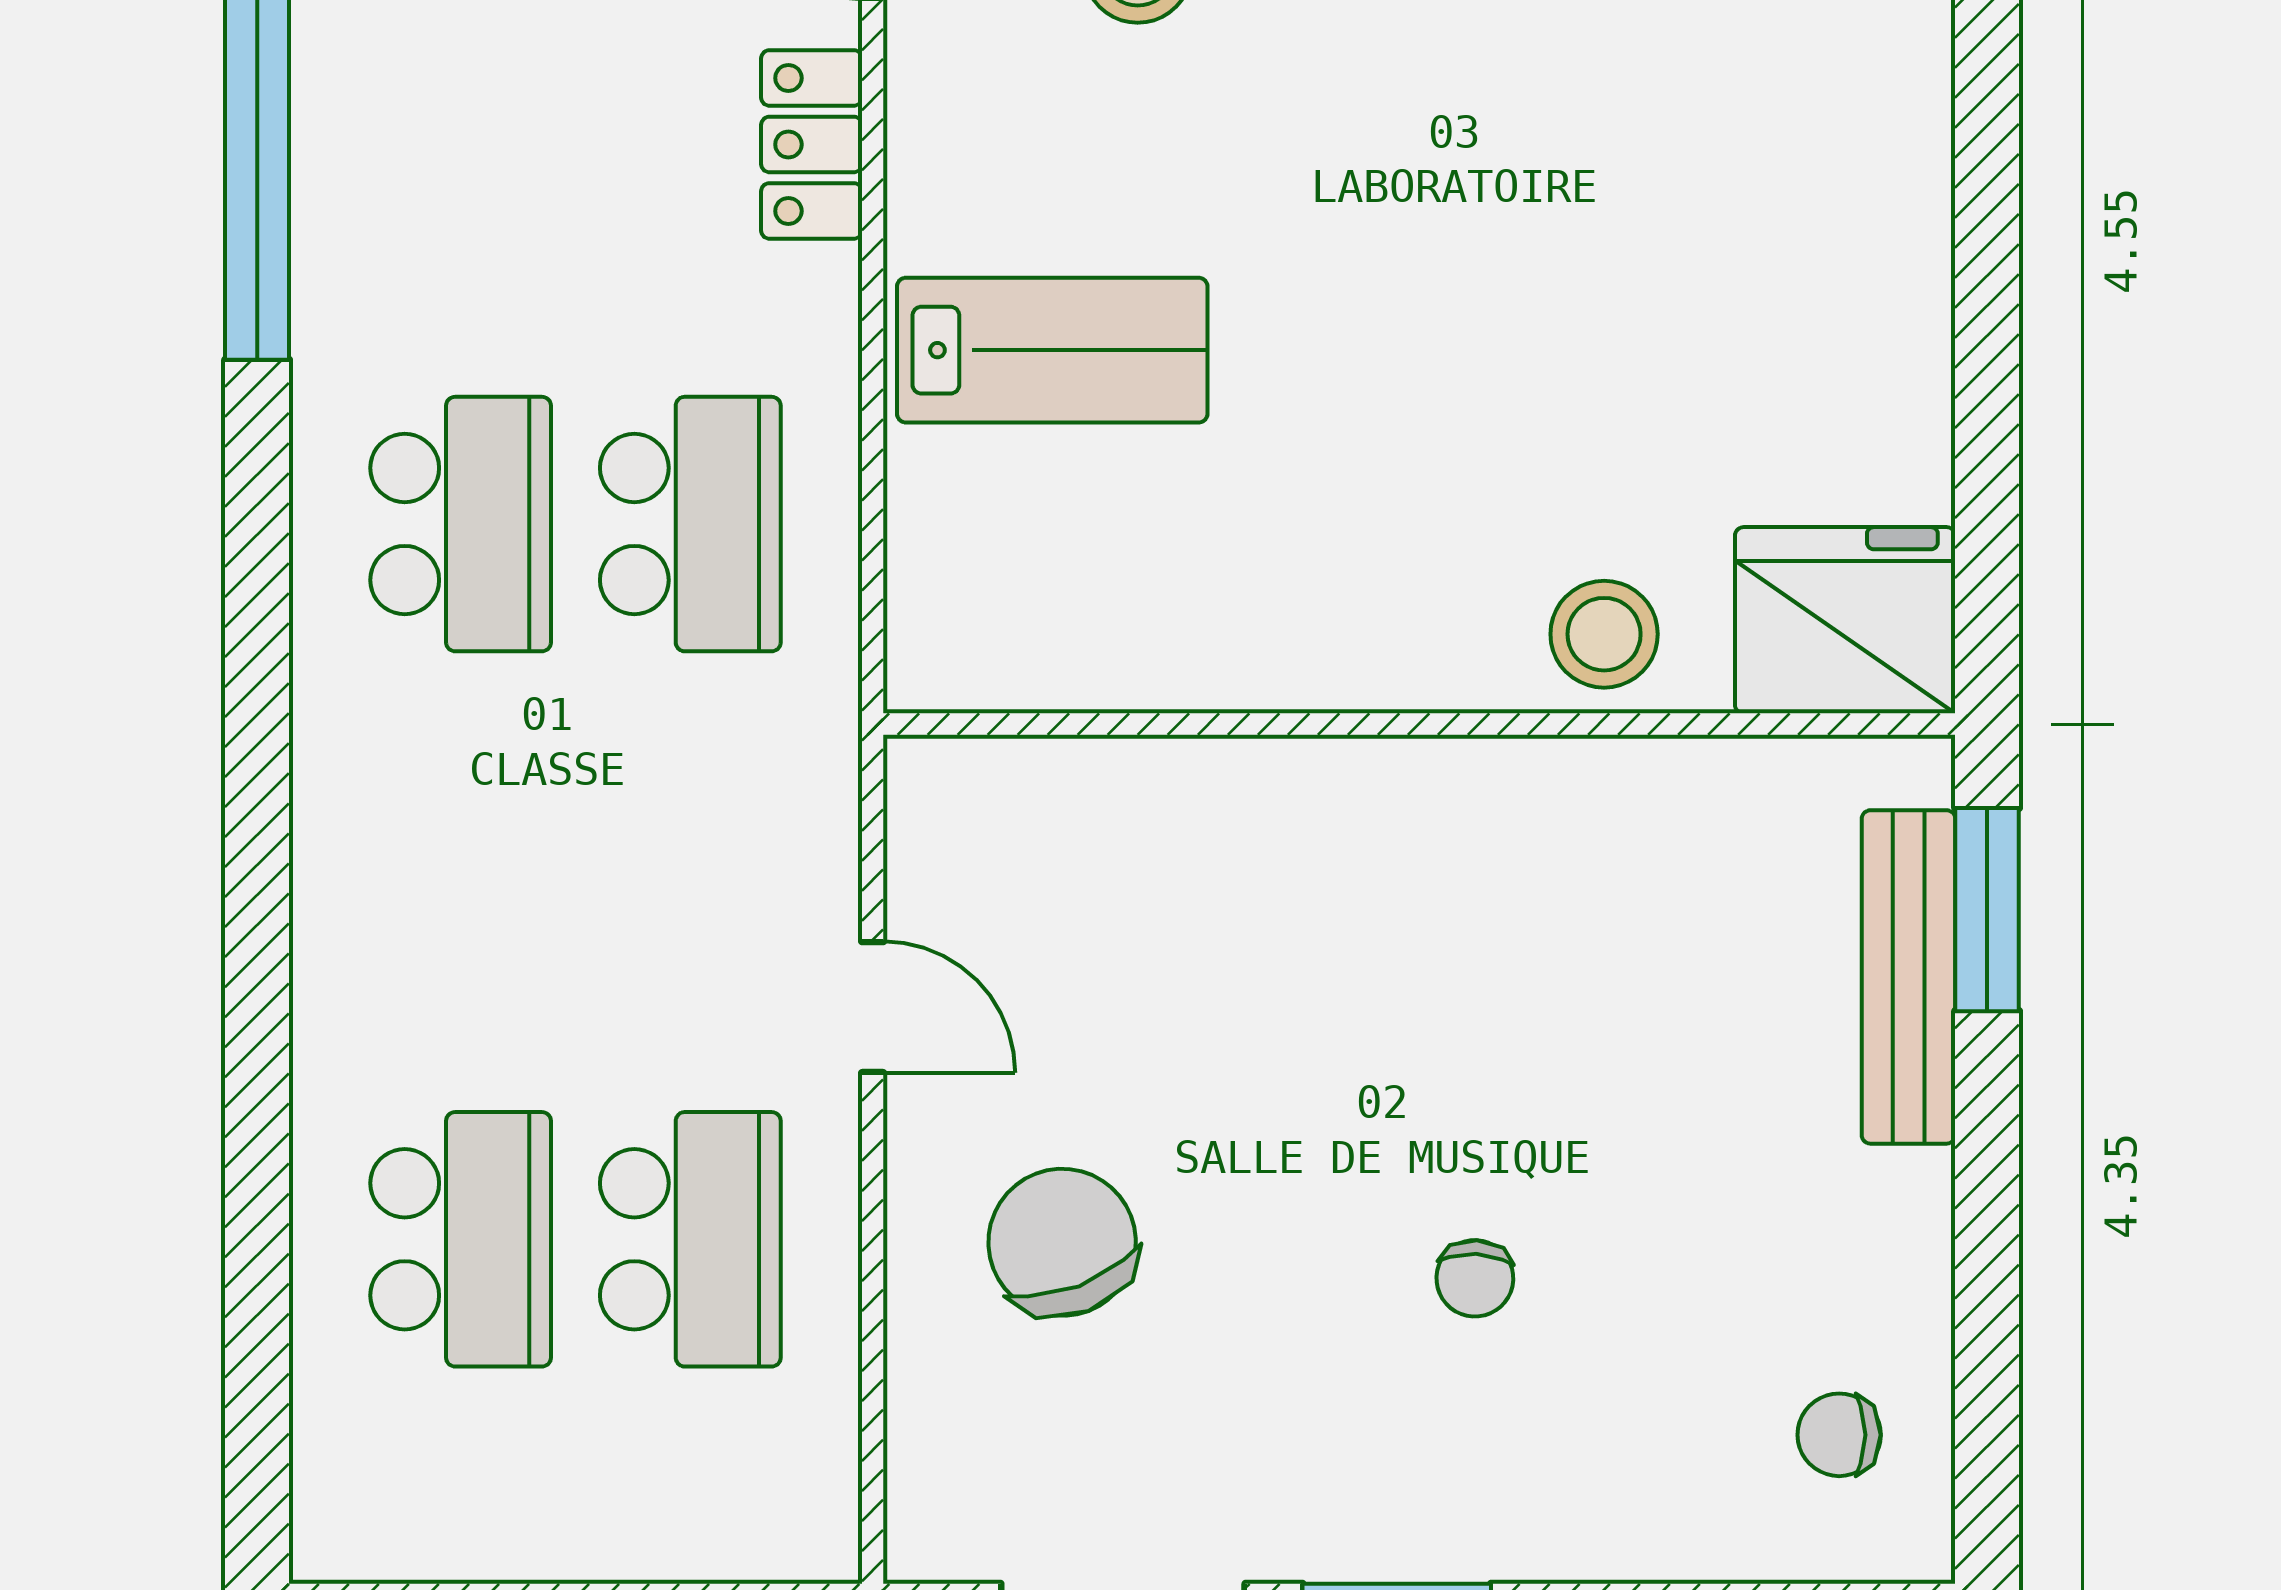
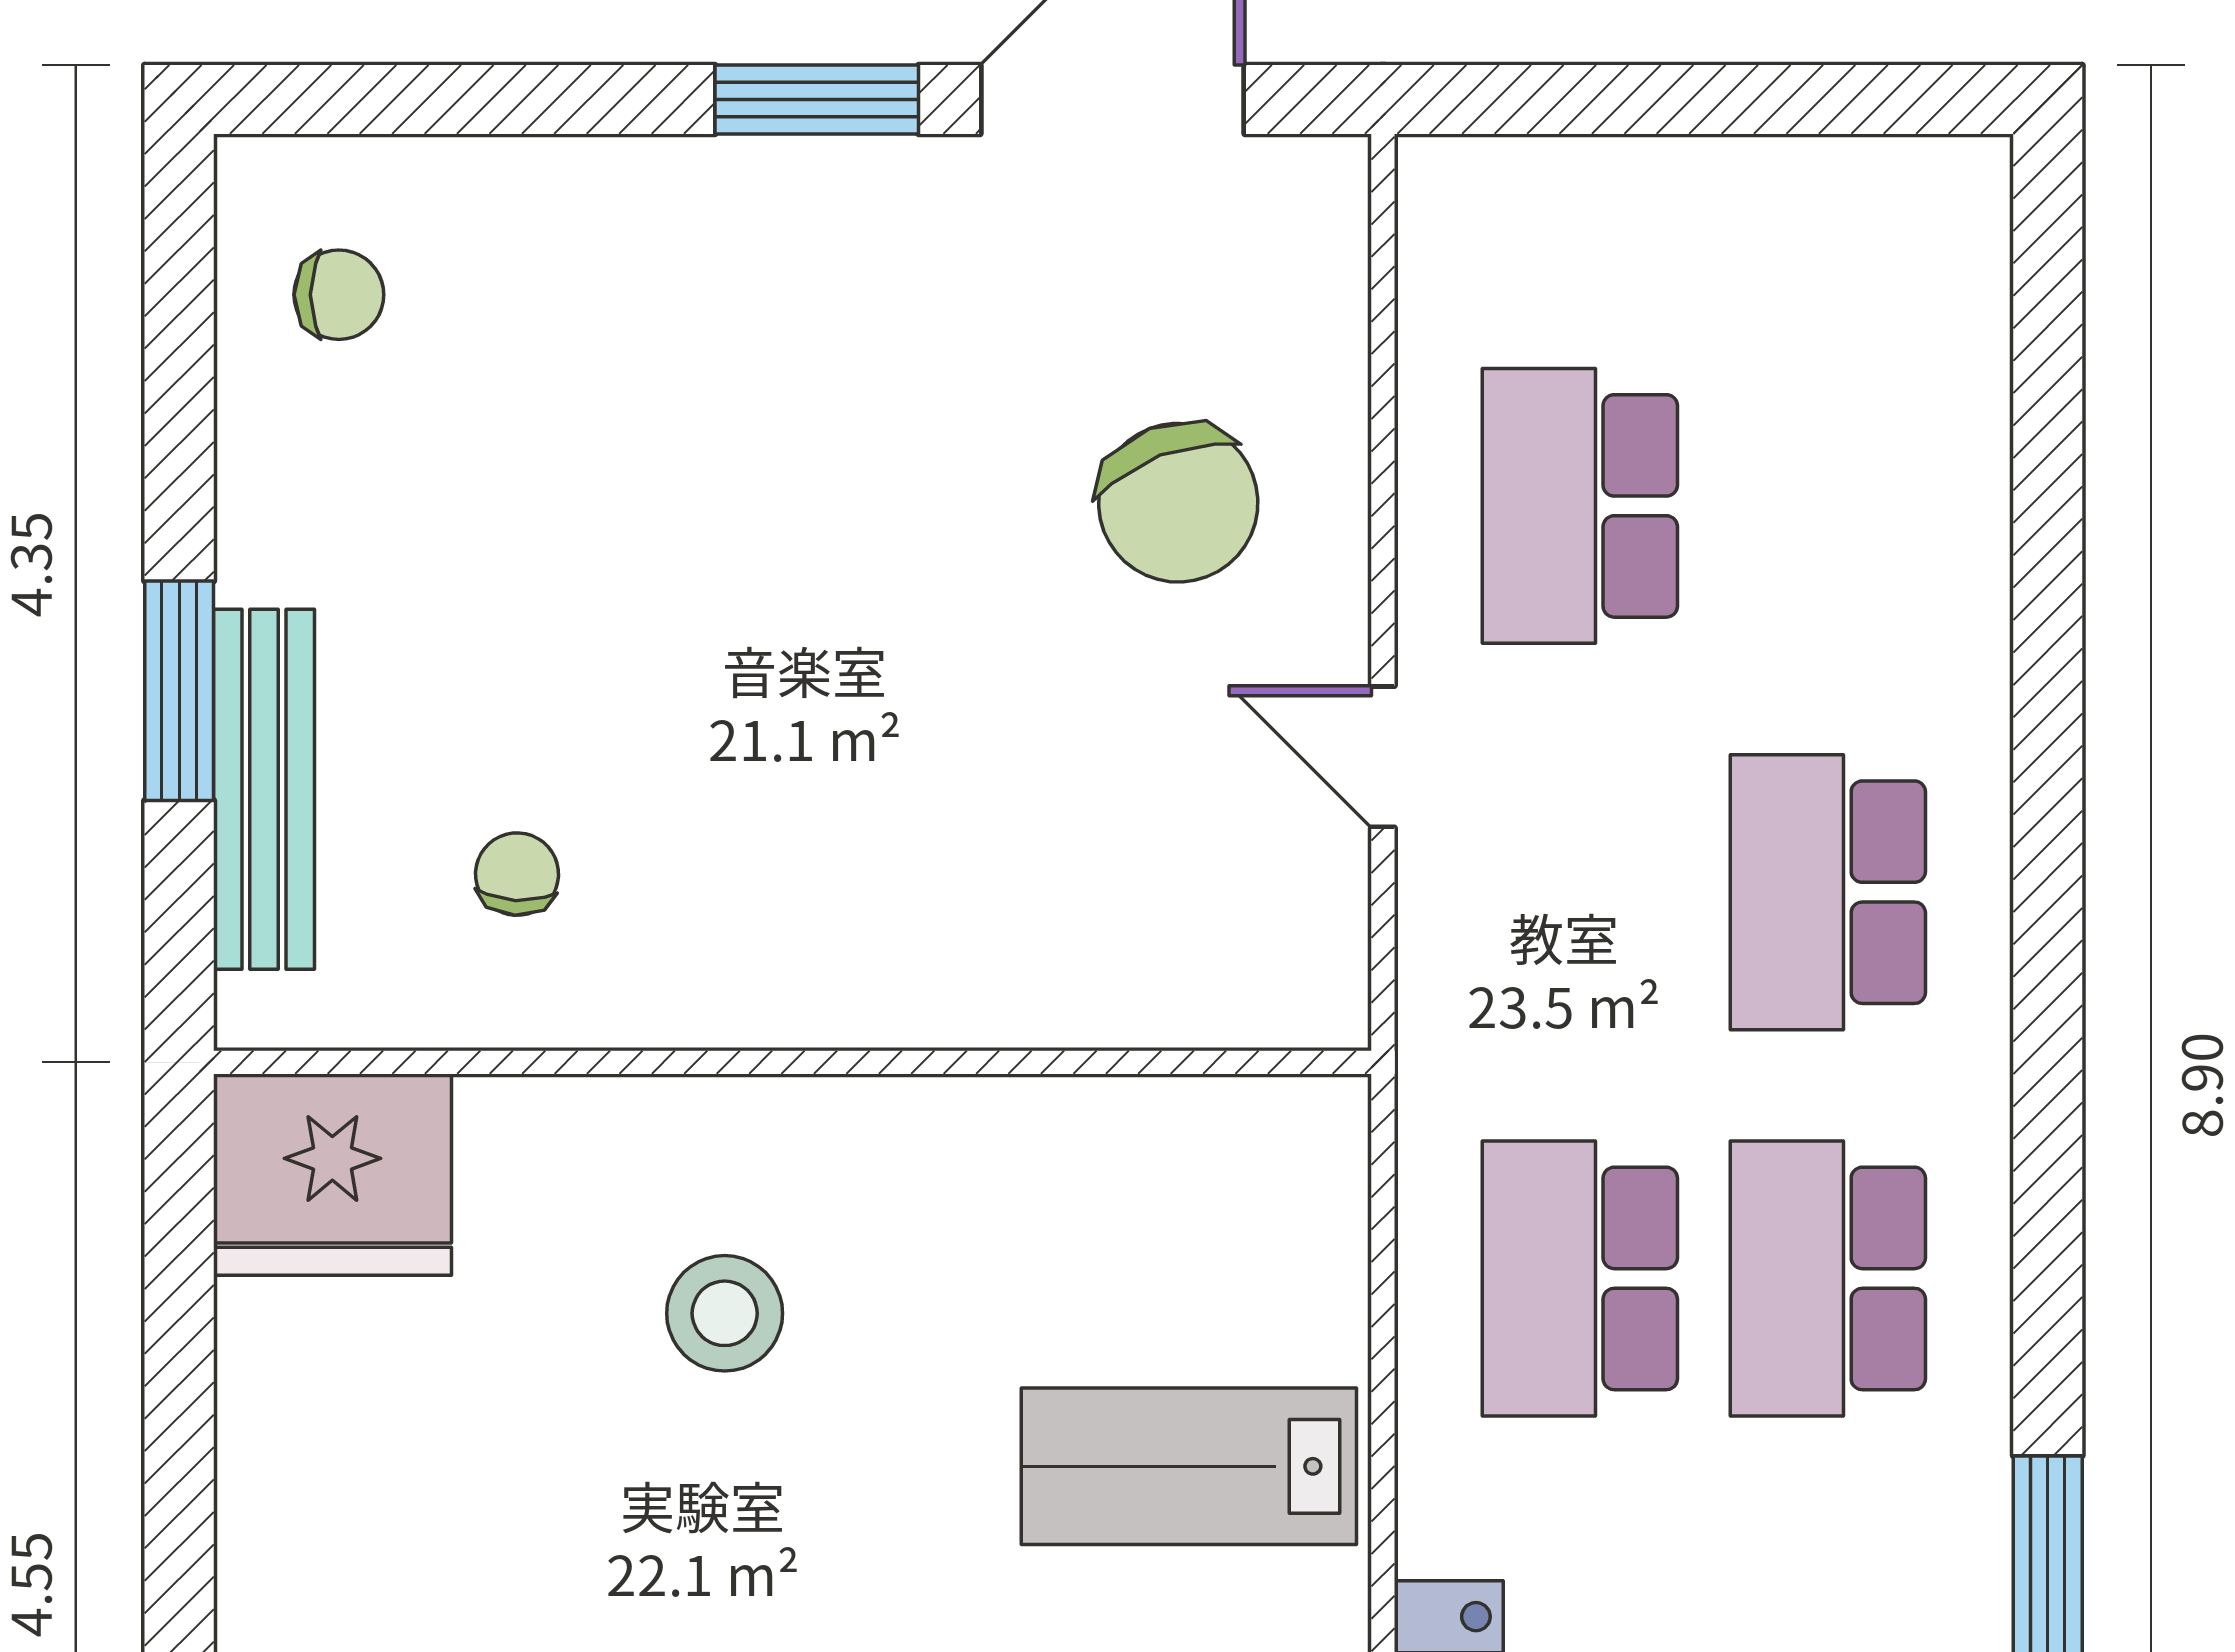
stool: (1604, 634) -> (725, 1313), moved
window: (1987, 910) -> (179, 691), moved
school desk: (461, 1239) -> (1828, 892), moved
chair: (1475, 1278) -> (517, 874), moved

